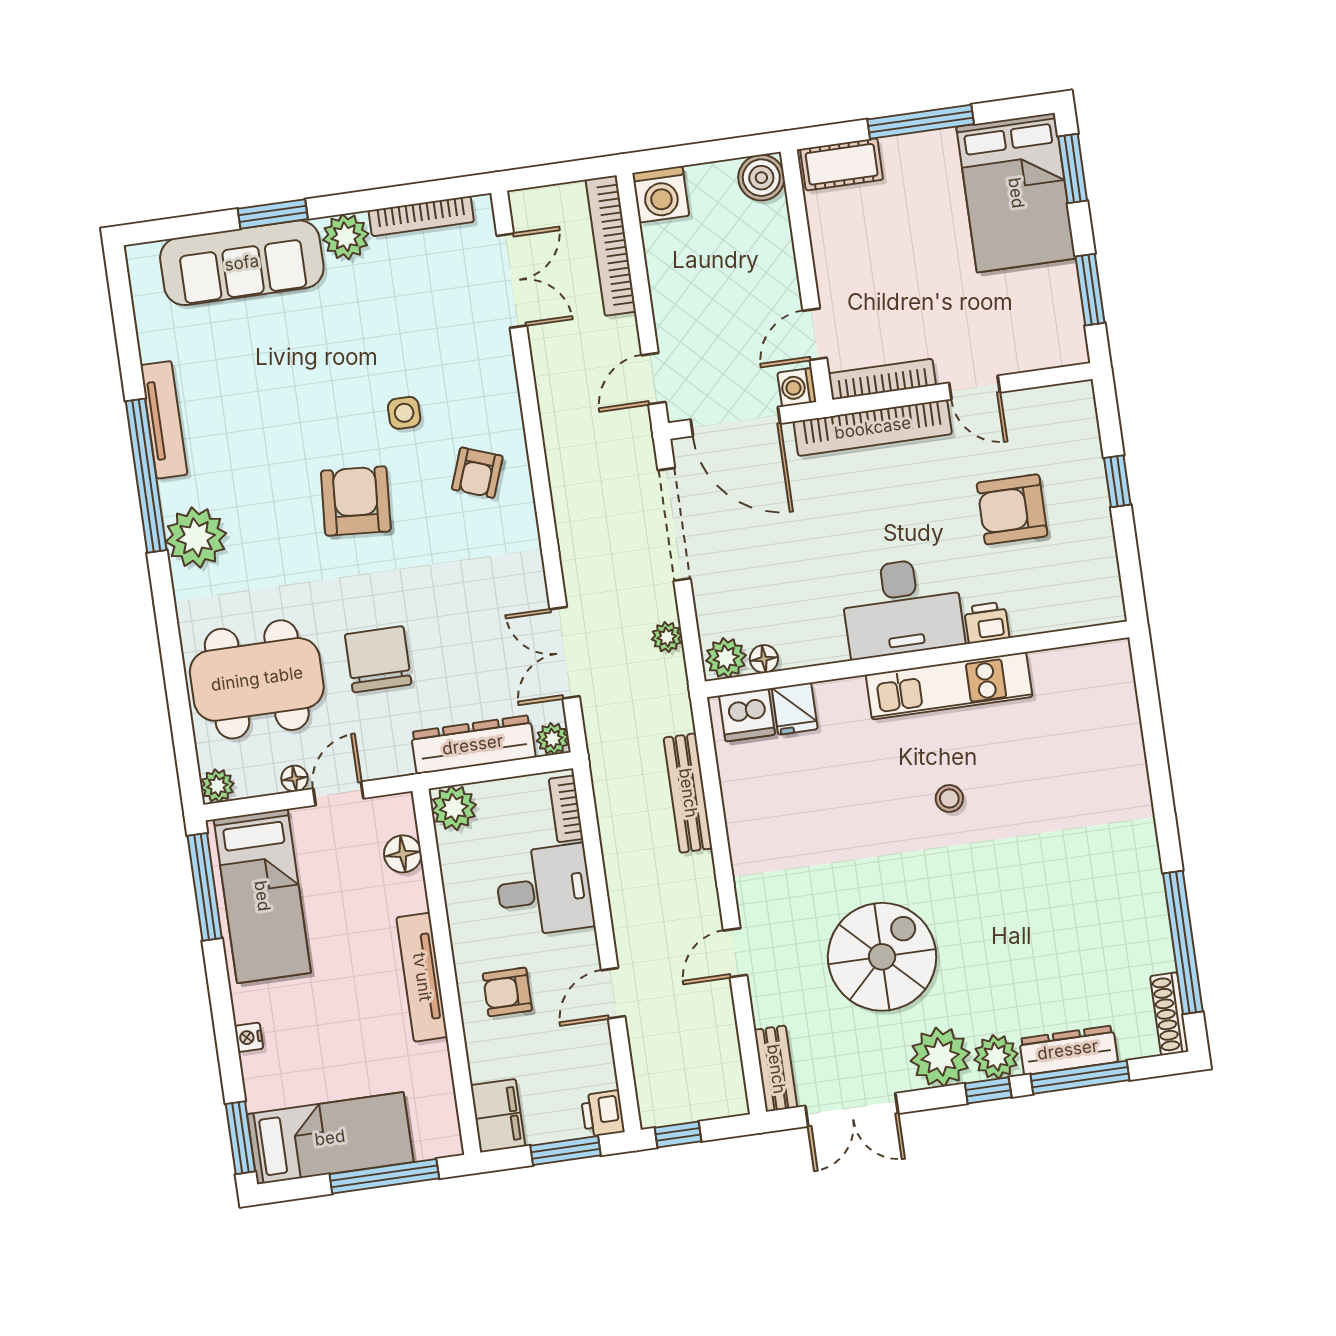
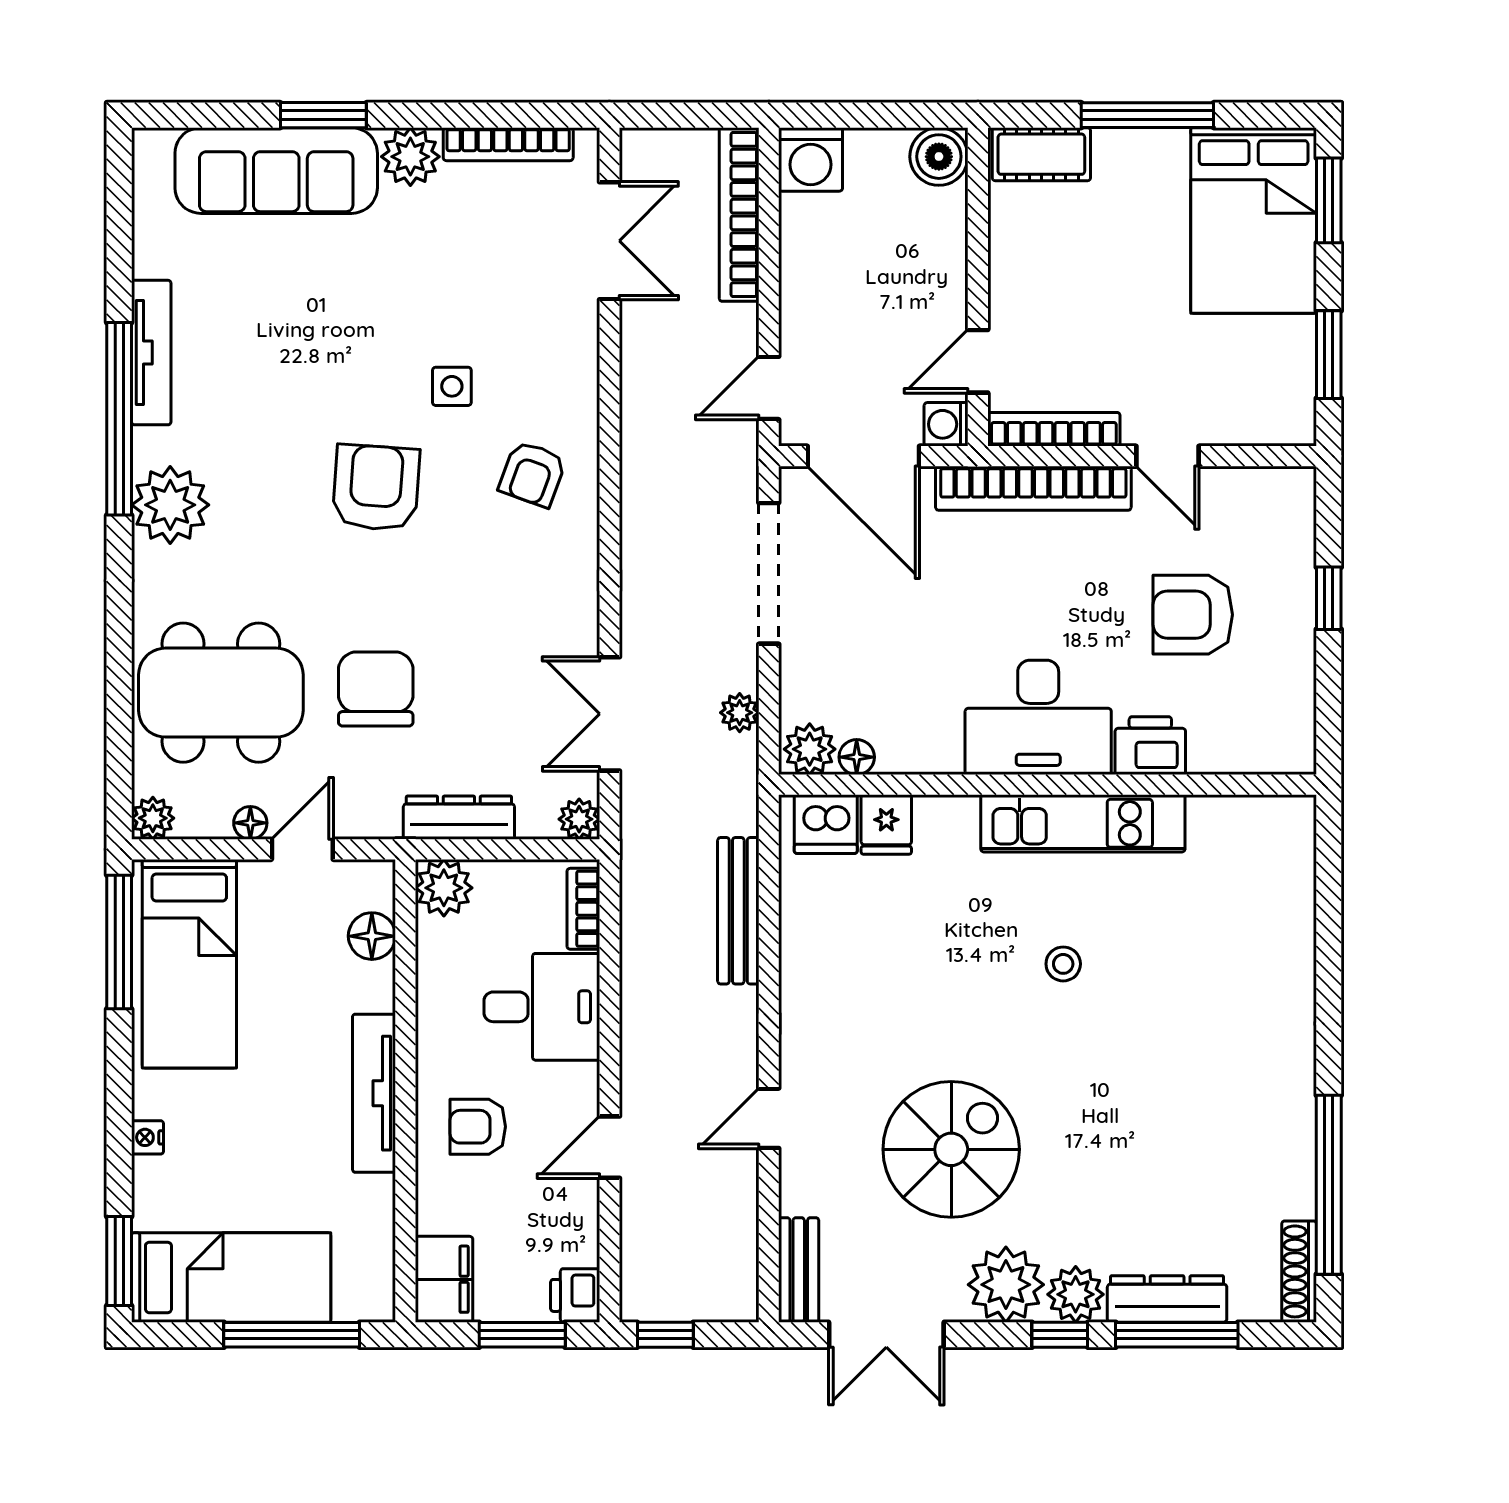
printer: (987, 623) -> (1150, 746), width x1.36, depth x1.24
dresser: (473, 745) -> (459, 818), width x0.73, depth x0.80

